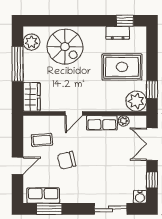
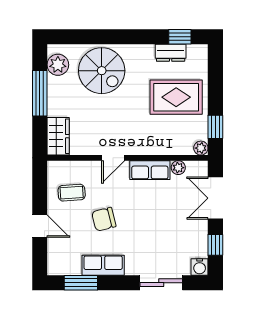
plant: (136, 101) -> (201, 148), width x0.53, depth x0.53
door: (18, 166) -> (40, 226), hinge flipped
row of seats: (43, 196) -> (103, 265), moved

